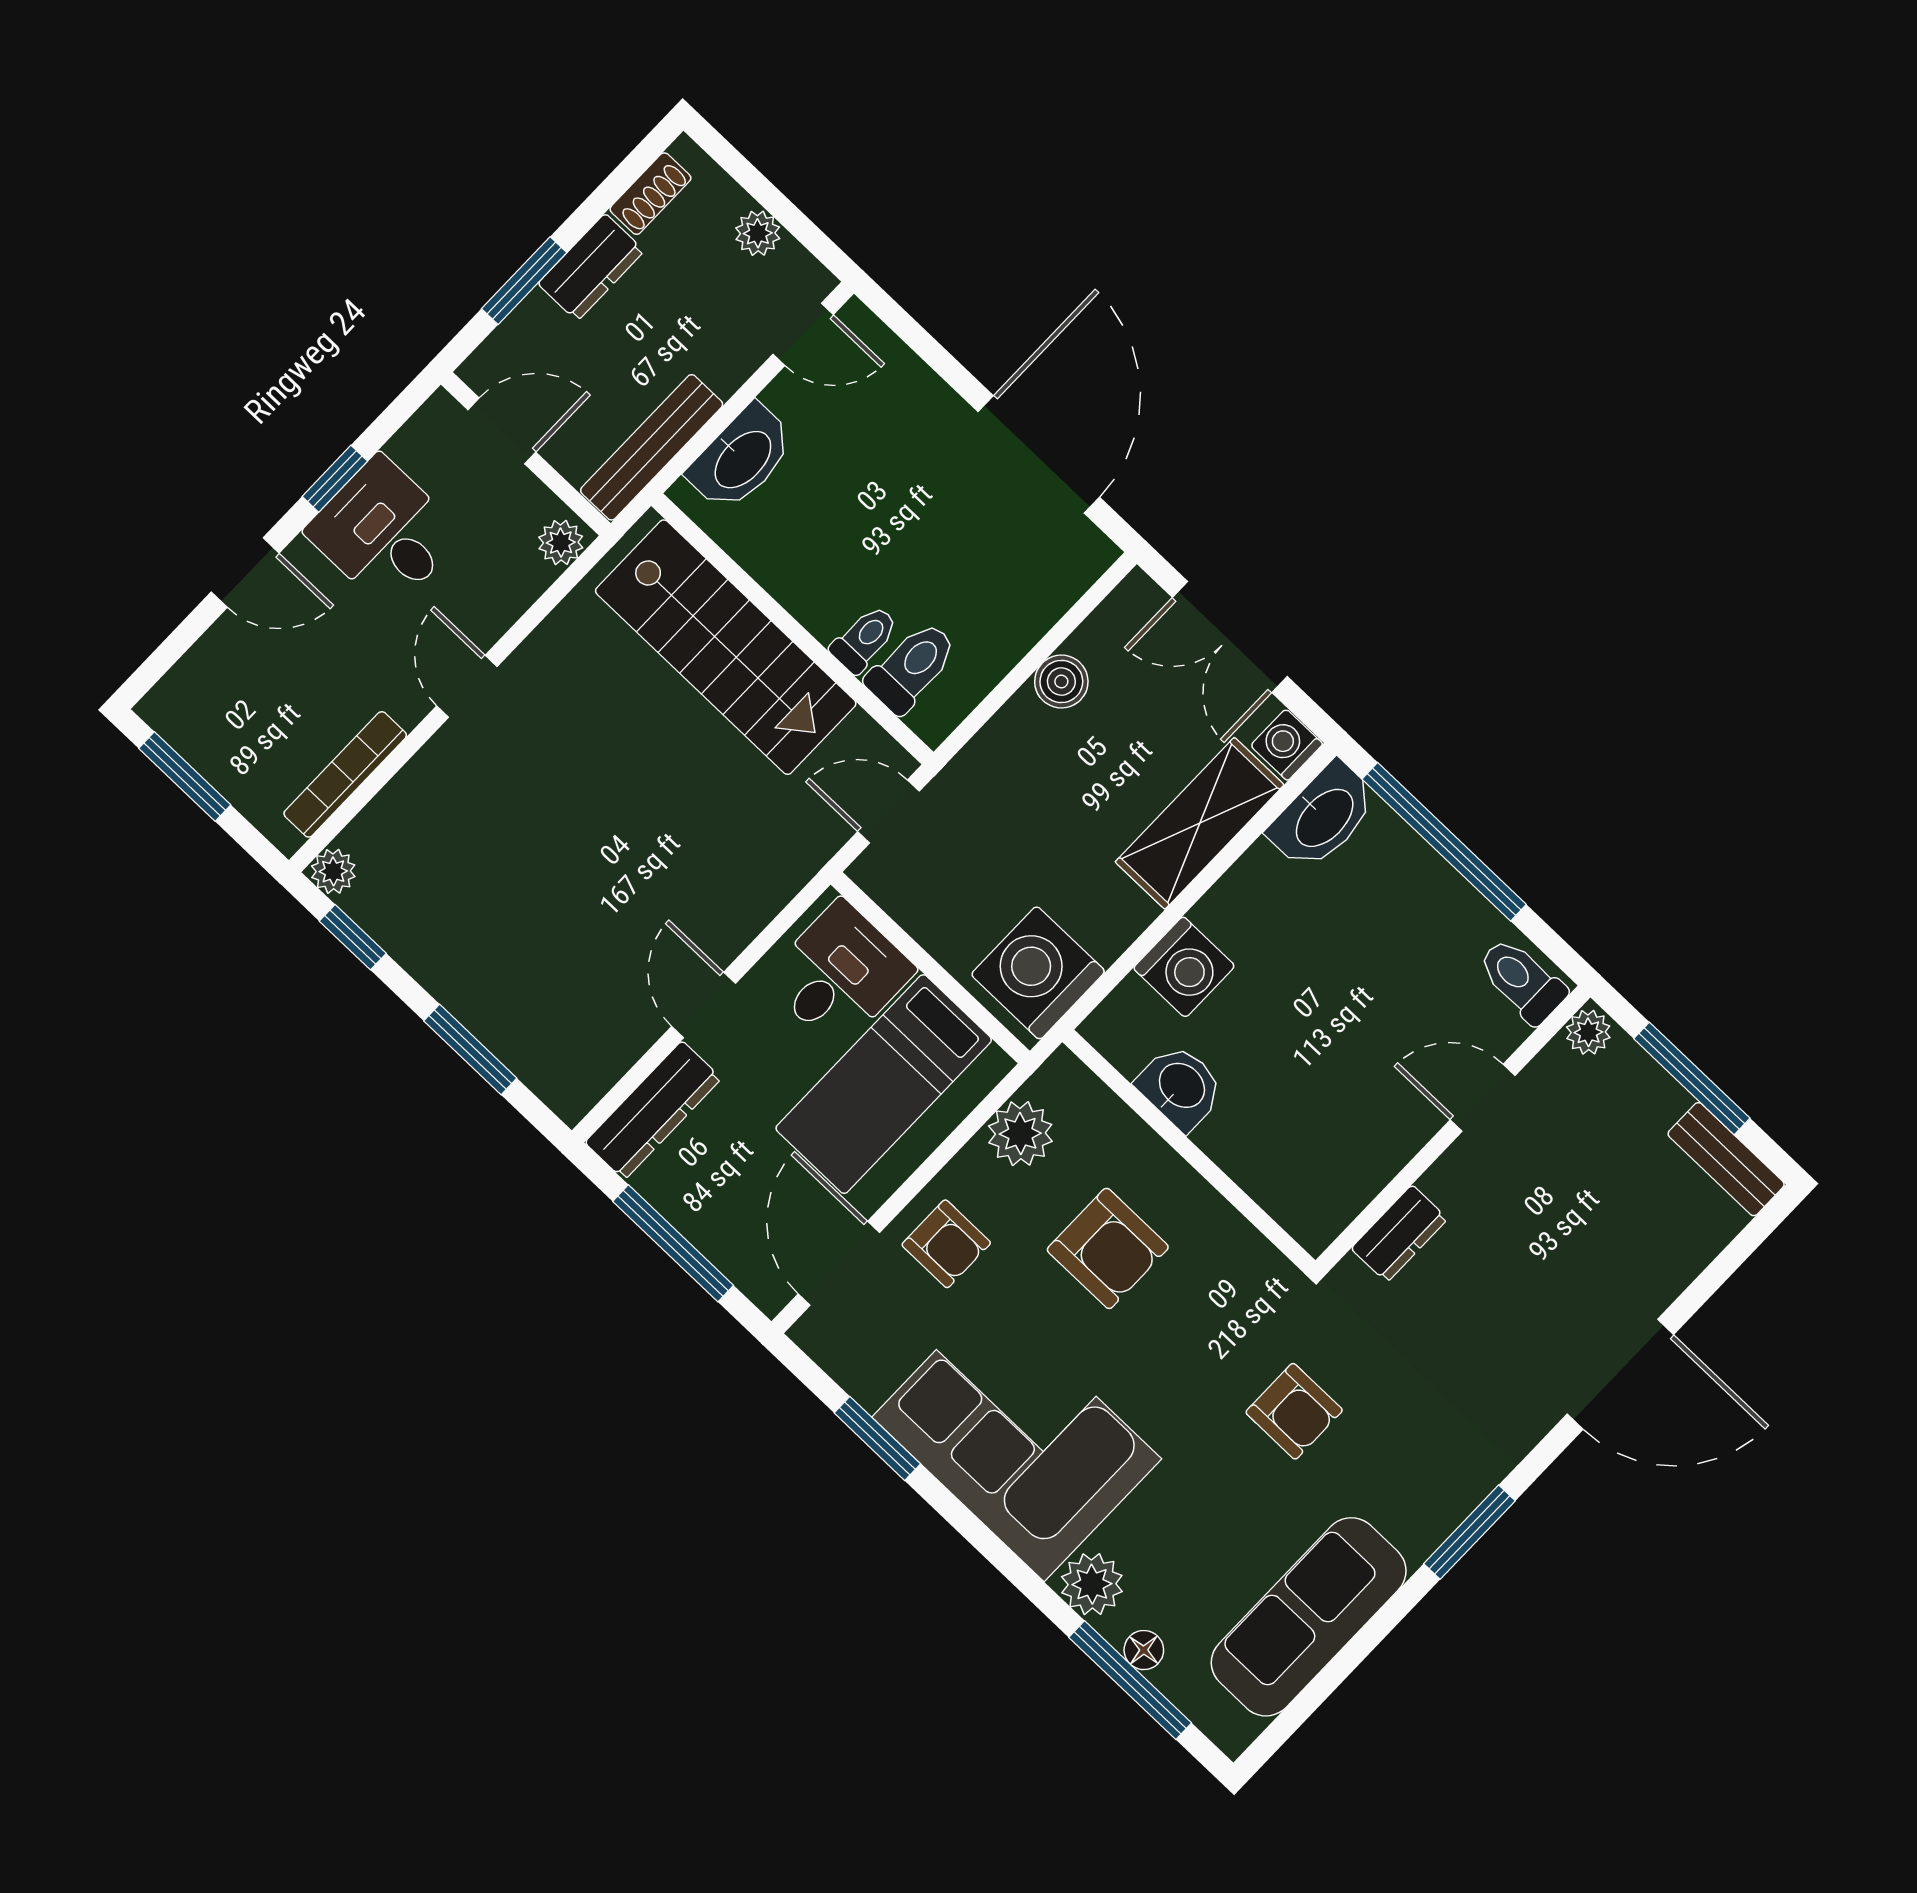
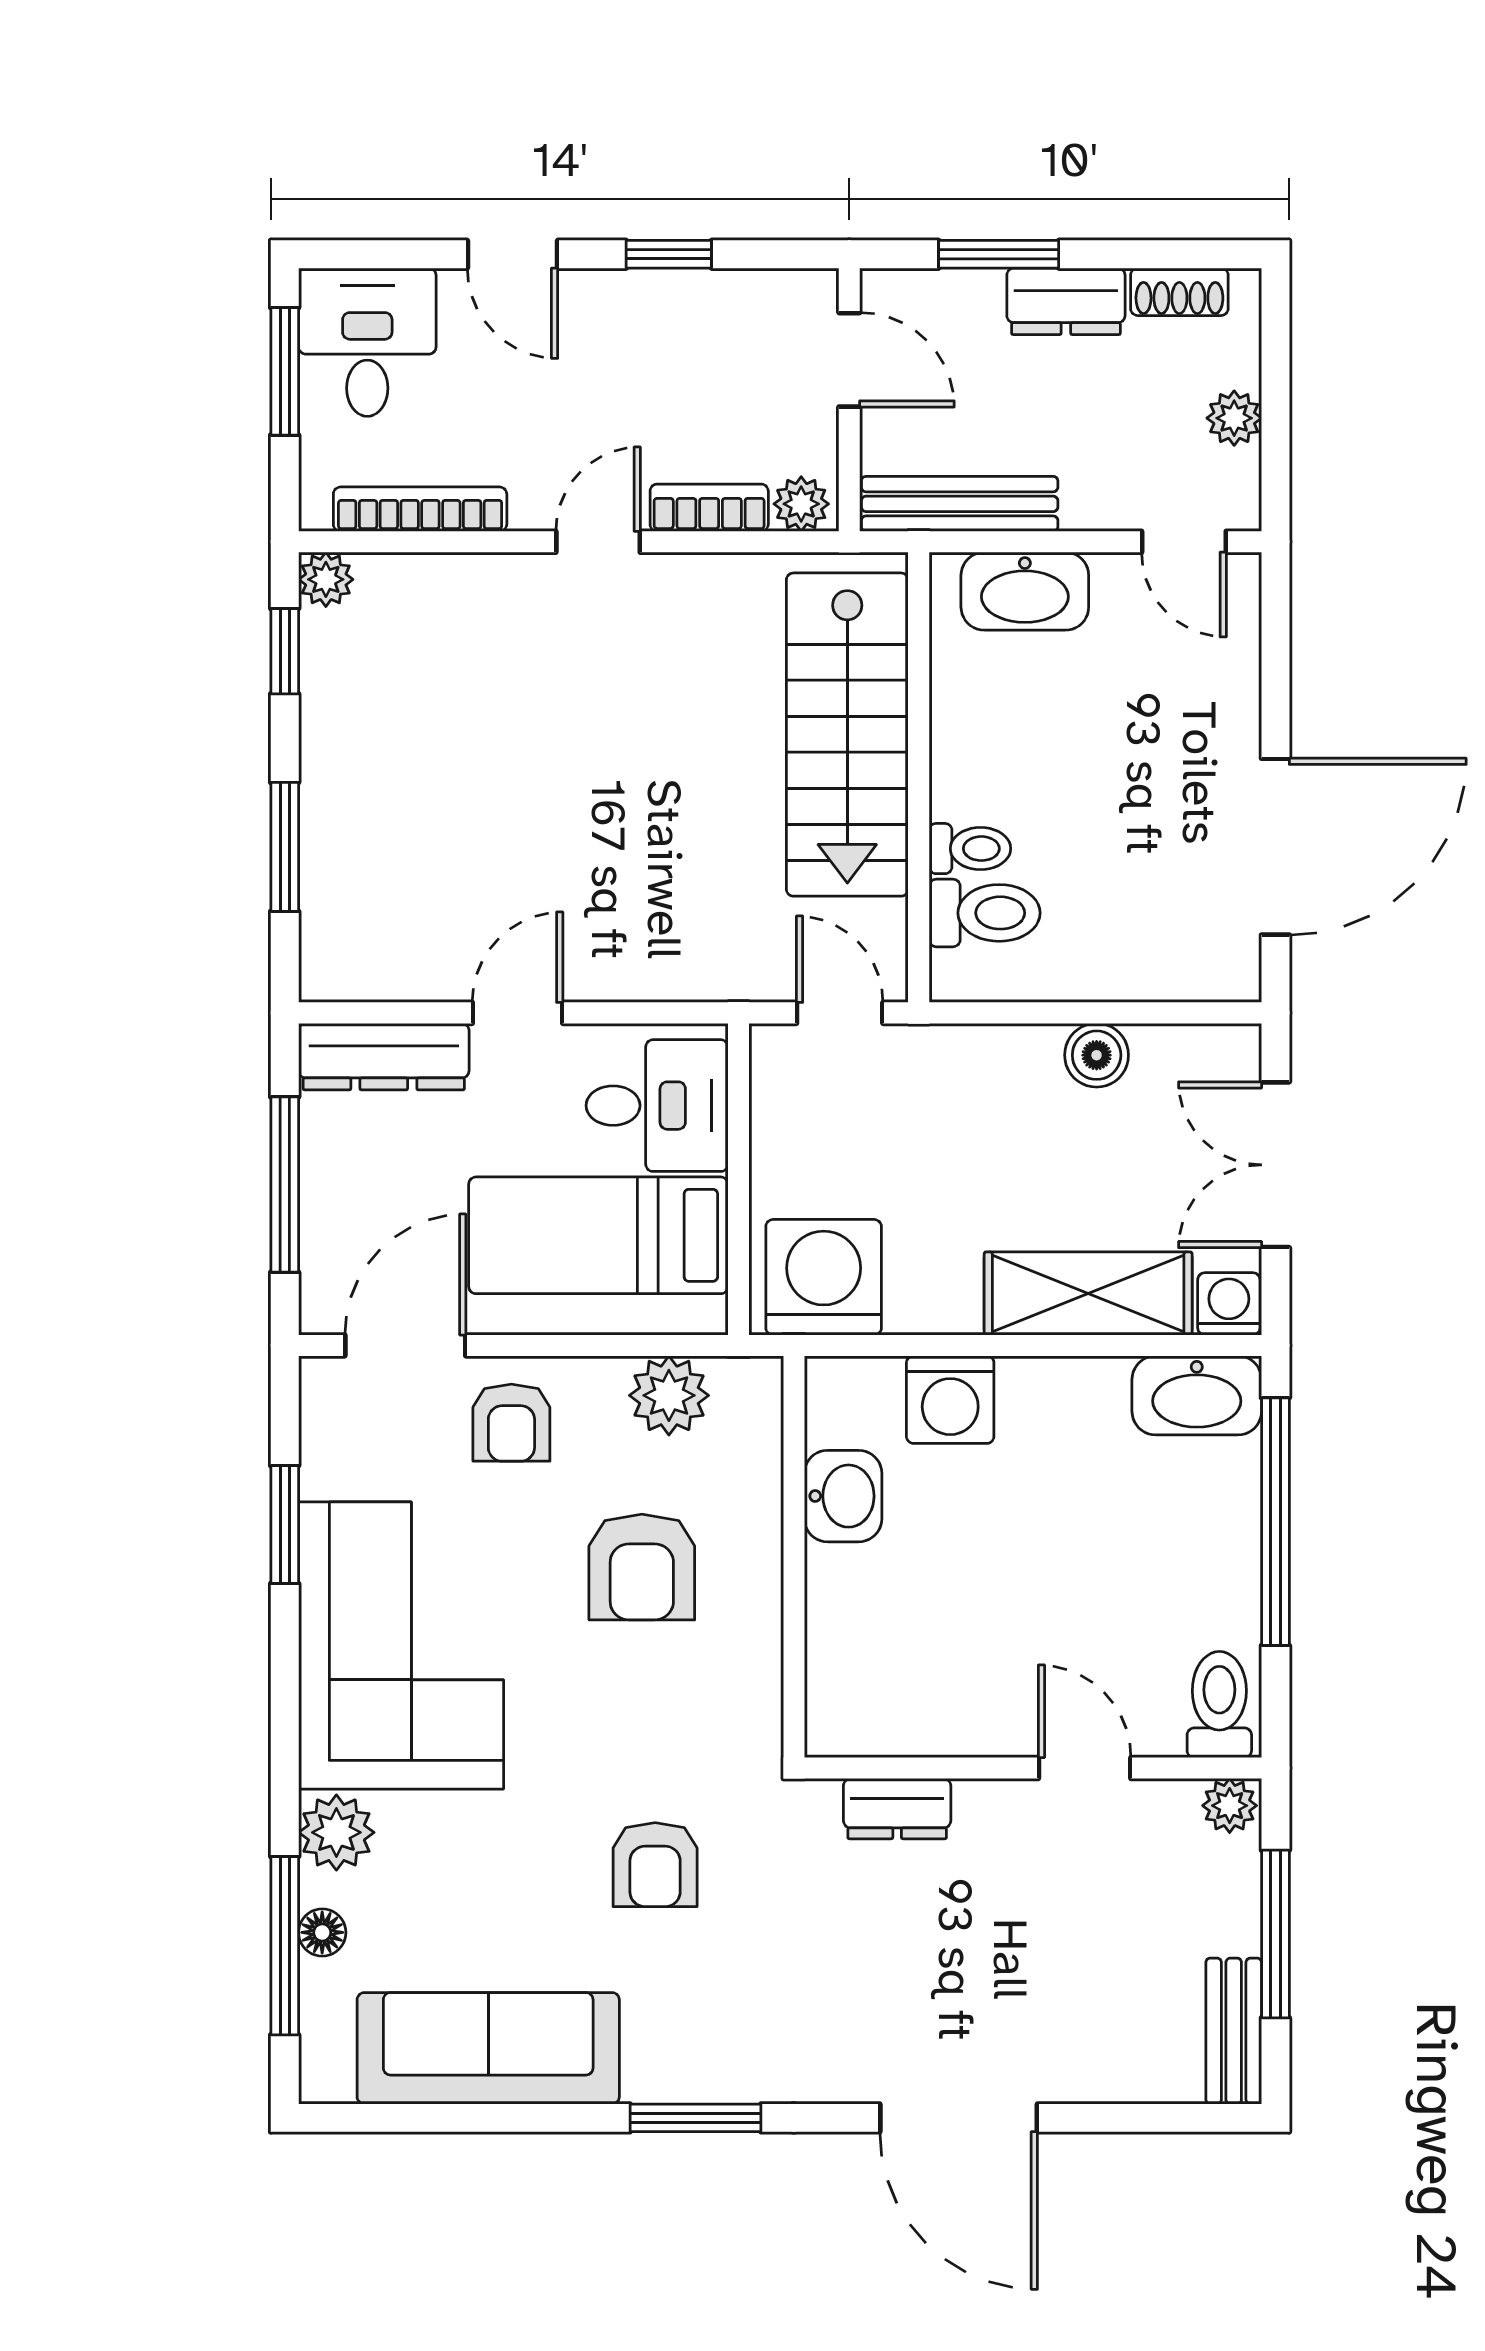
desk: (384, 533) -> (367, 342), moved
bookcase: (510, 600) -> (709, 508), added

